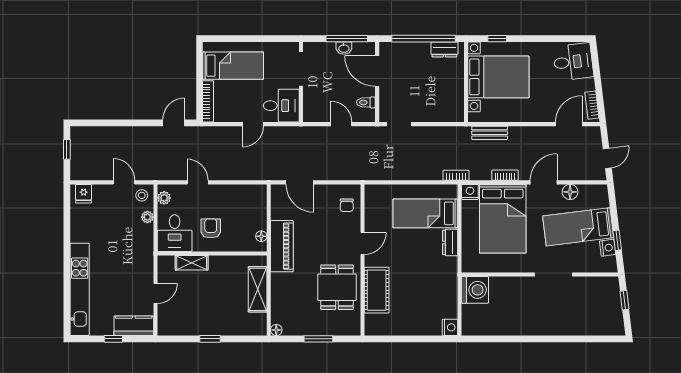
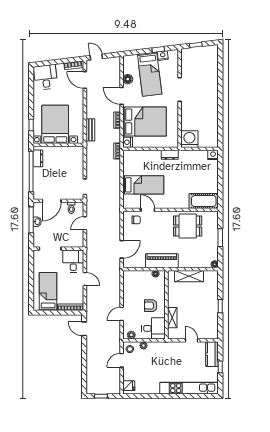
door: (607, 158) -> (96, 57), moved
bed: (425, 213) -> (143, 185), moved, turned -90
dresser: (450, 242) -> (170, 155), moved
door: (363, 243) -> (148, 210), moved
cot: (377, 290) -> (204, 201), moved

